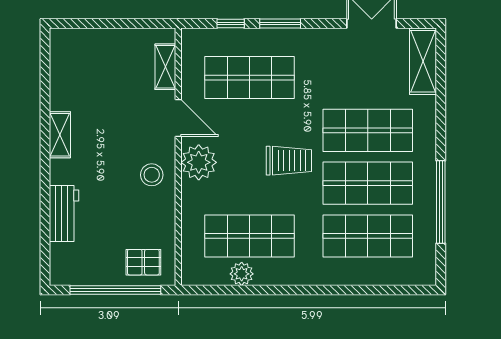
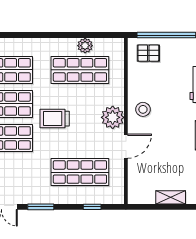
window: (280, 24) -> (41, 207), moved
shelving: (165, 67) -> (171, 197), moved, turned 90
door: (178, 118) -> (126, 146), swing flipped

